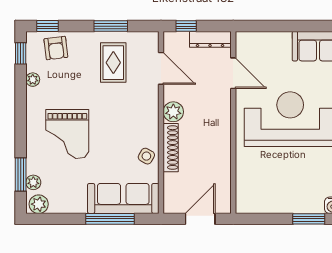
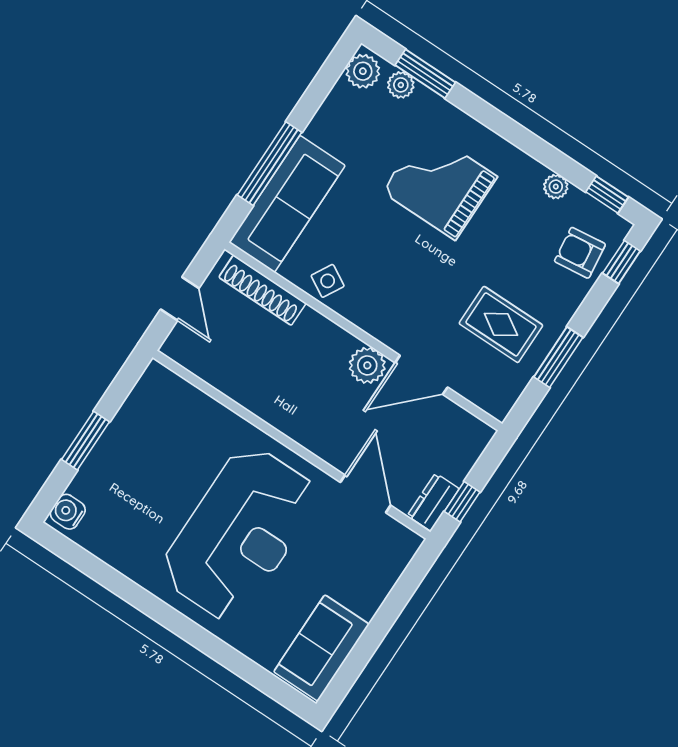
window: (186, 26) -> (462, 502), moved
dresser: (210, 39) -> (433, 502), width x0.70
door: (161, 68) -> (421, 375), moved
door: (233, 73) -> (365, 494), swing flipped
shoe rack: (171, 148) -> (262, 290), moved
door: (200, 219) -> (180, 299), width x0.73
window: (309, 219) -> (85, 441), moved

